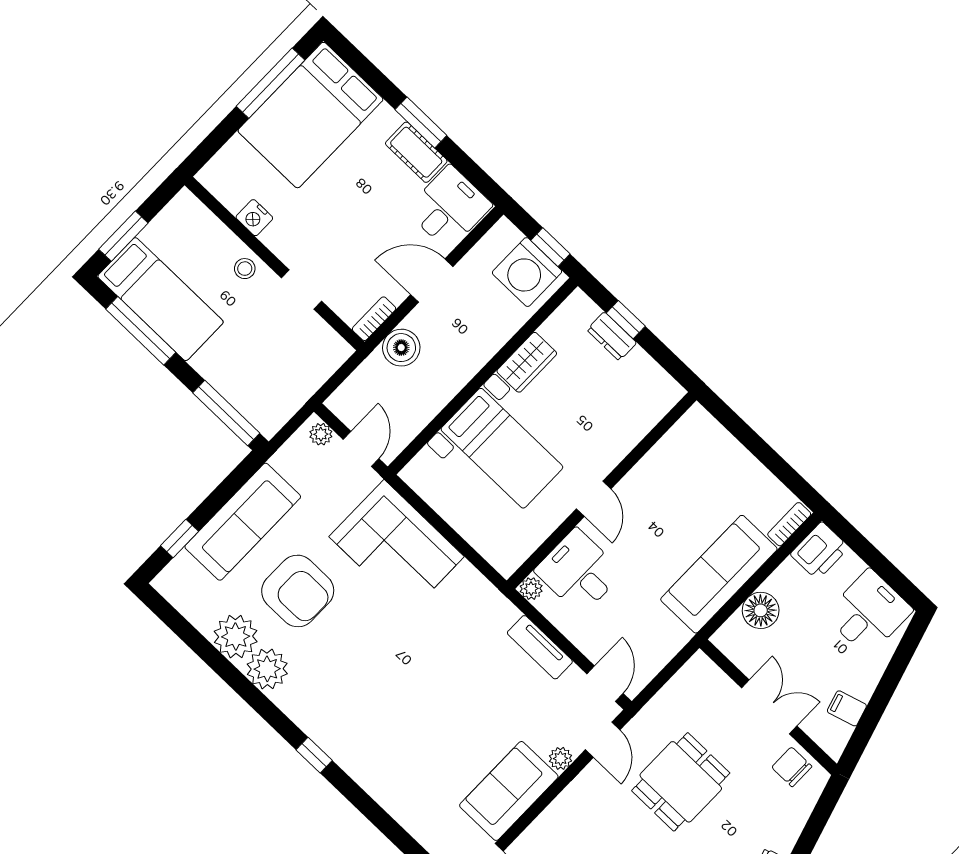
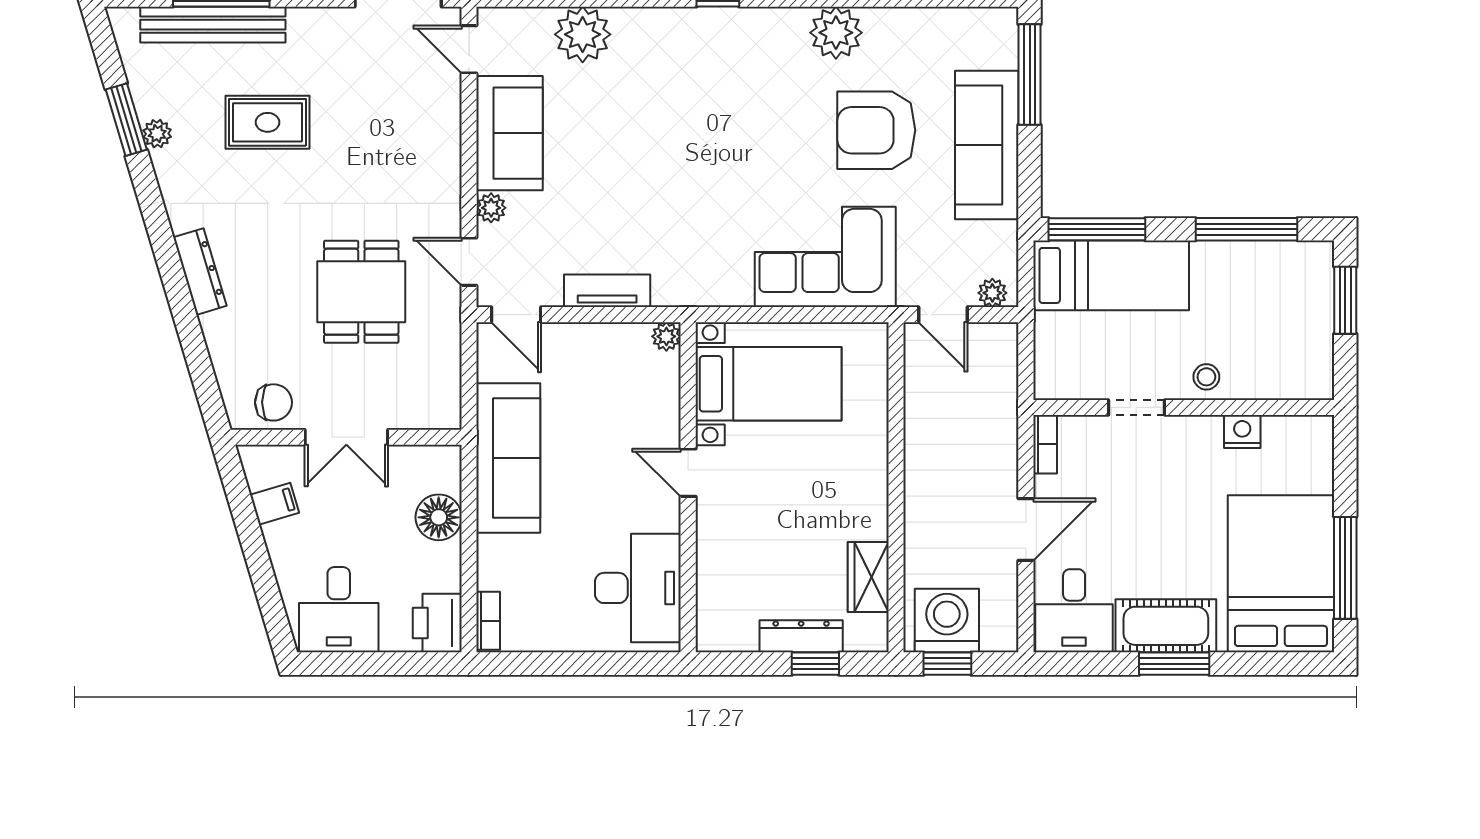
cot: (416, 152) -> (1166, 626), width x1.37, depth x1.34
bed: (161, 299) -> (1111, 275), moved, turned 180
dresser: (612, 336) -> (801, 636), width x1.44
boiler: (401, 348) -> (995, 442), removed
wardrobe: (527, 362) -> (868, 577), moved
bed with nightstands: (502, 448) -> (768, 384), moved, turned 180
window: (179, 539) -> (1030, 74), width x2.17
desk: (579, 572) -> (638, 588), moved, width x1.37
sofa: (719, 574) -> (508, 458), moved
plant: (236, 637) -> (583, 34), moved

